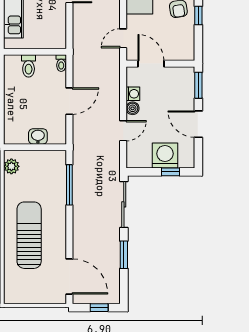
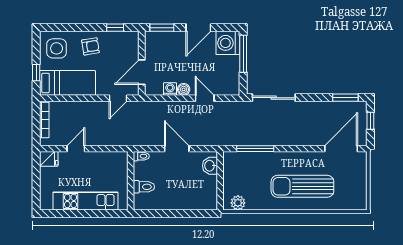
window: (198, 16) -> (115, 28), moved
door: (123, 38) -> (118, 98), hinge flipped
washbasin: (38, 136) -> (210, 166), moved
washing machine: (165, 156) -> (228, 43), moved
window: (171, 172) -> (243, 54), width x2.17
window: (124, 255) -> (345, 98), moved

